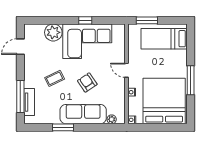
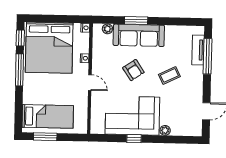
window: (147, 20) -> (45, 137), moved
plant: (53, 32) -> (165, 130), width x0.53, depth x0.53
window: (191, 109) -> (20, 38), added
window: (63, 127) -> (136, 21), moved

